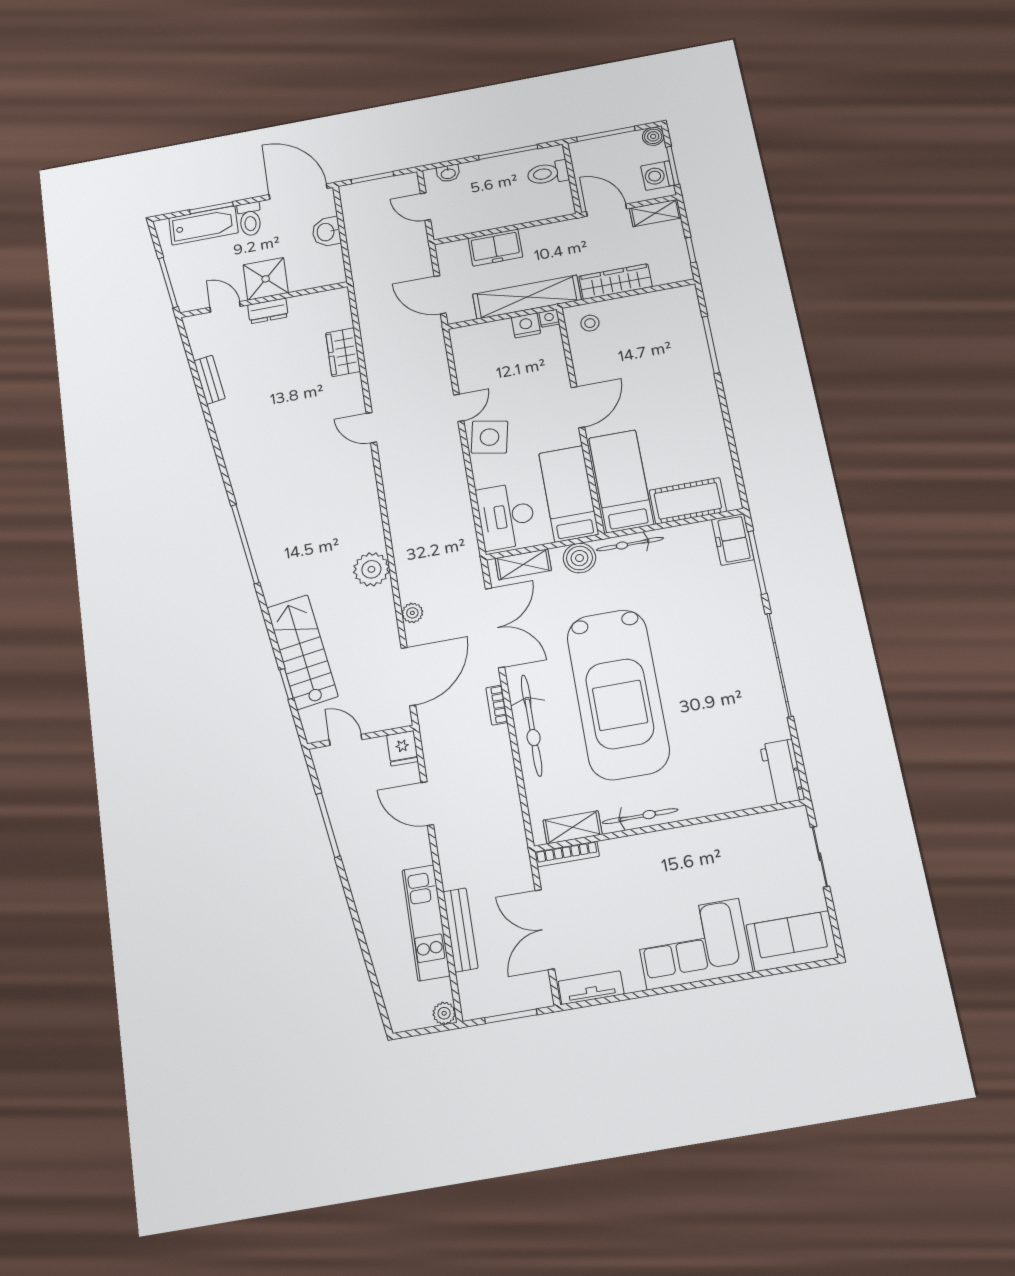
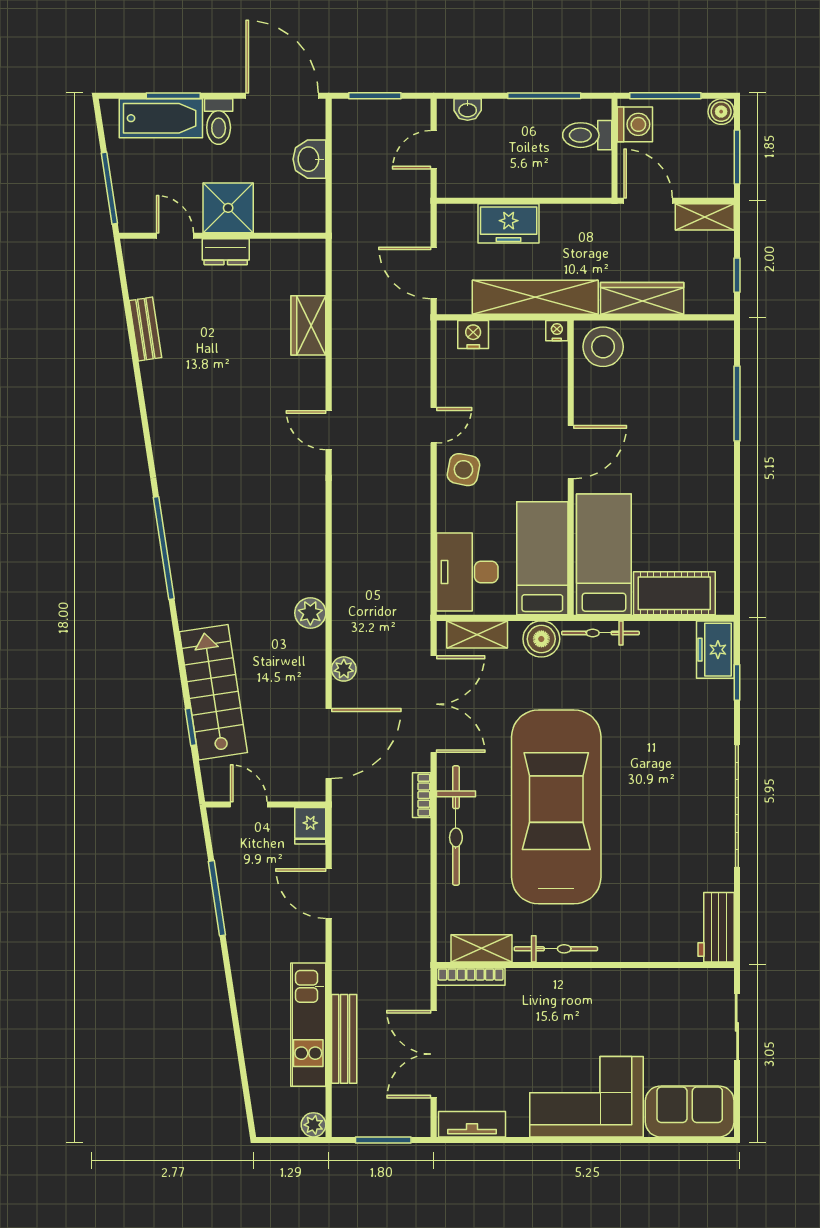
washing machine: (658, 176) -> (635, 124), moved, turned 180
door: (426, 207) -> (434, 150), hinge flipped
stool: (590, 323) -> (603, 347), width x1.89, depth x1.89
nightstand: (526, 325) -> (473, 334), moved
side table: (489, 437) -> (463, 470), width x0.73, depth x0.73
window: (757, 563) -> (737, 682), width x0.46
plant: (371, 569) -> (310, 613), width x0.73, depth x0.73
car: (618, 694) -> (556, 807), turned 180

